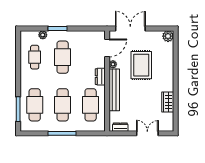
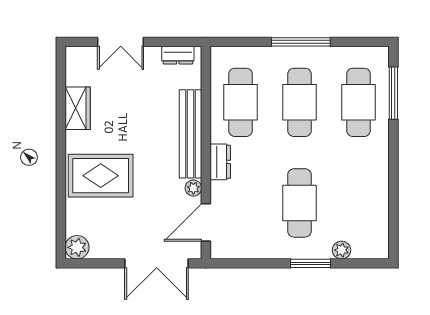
cafe table: (35, 57) -> (359, 203), removed
rug: (141, 65) -> (101, 176), moved, turned 90

